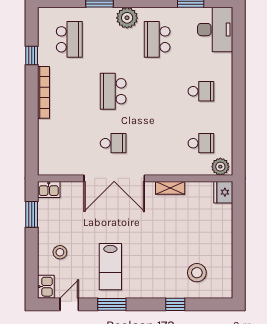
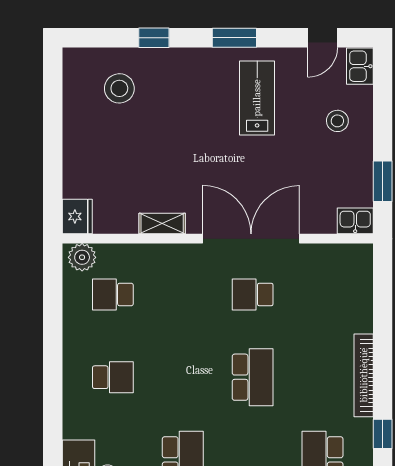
school desk: (201, 91) -> (113, 377), turned 180
window: (112, 304) -> (234, 38), moved

